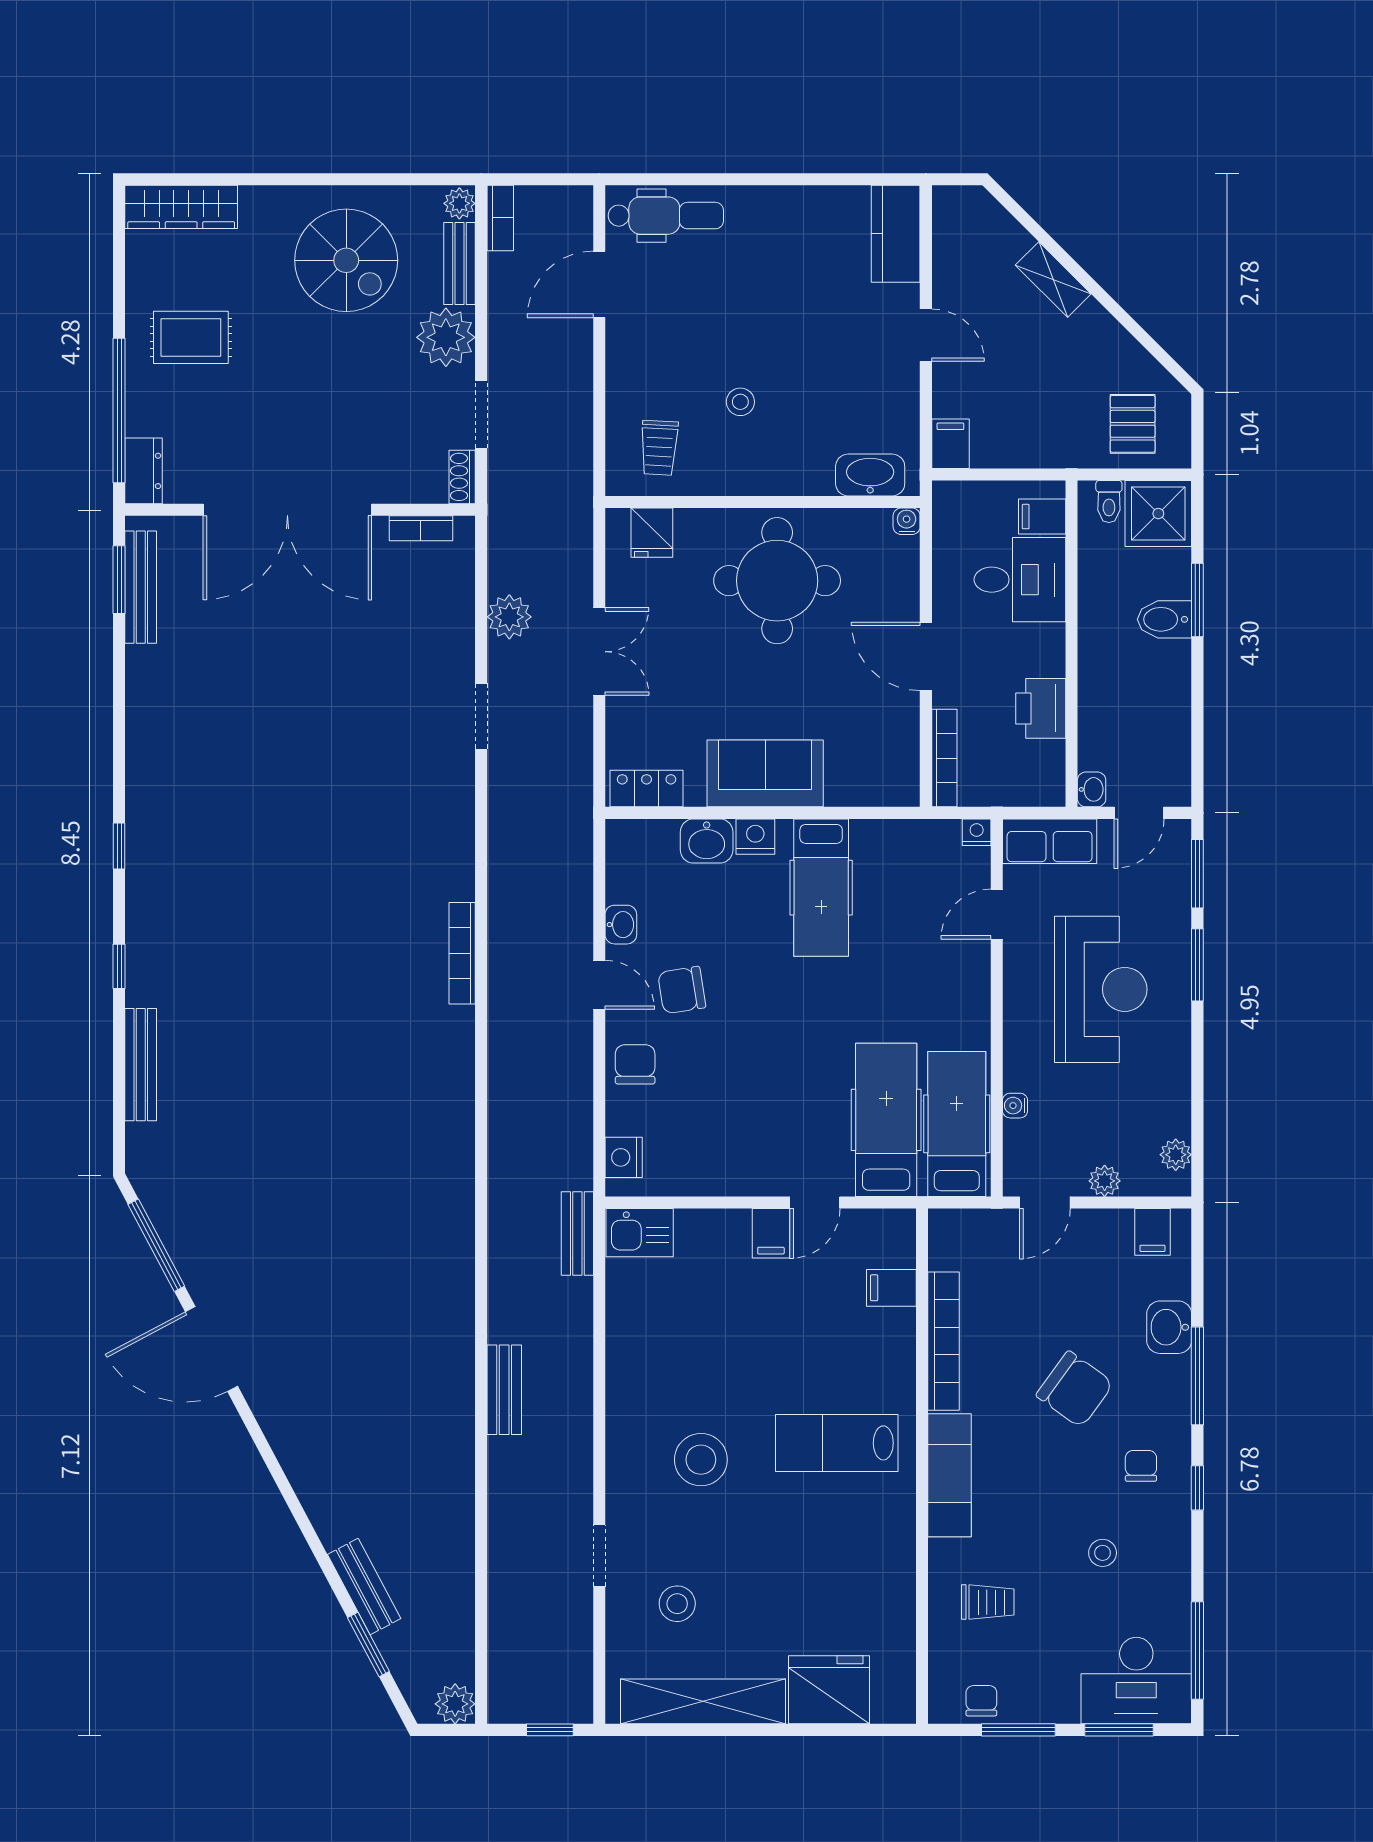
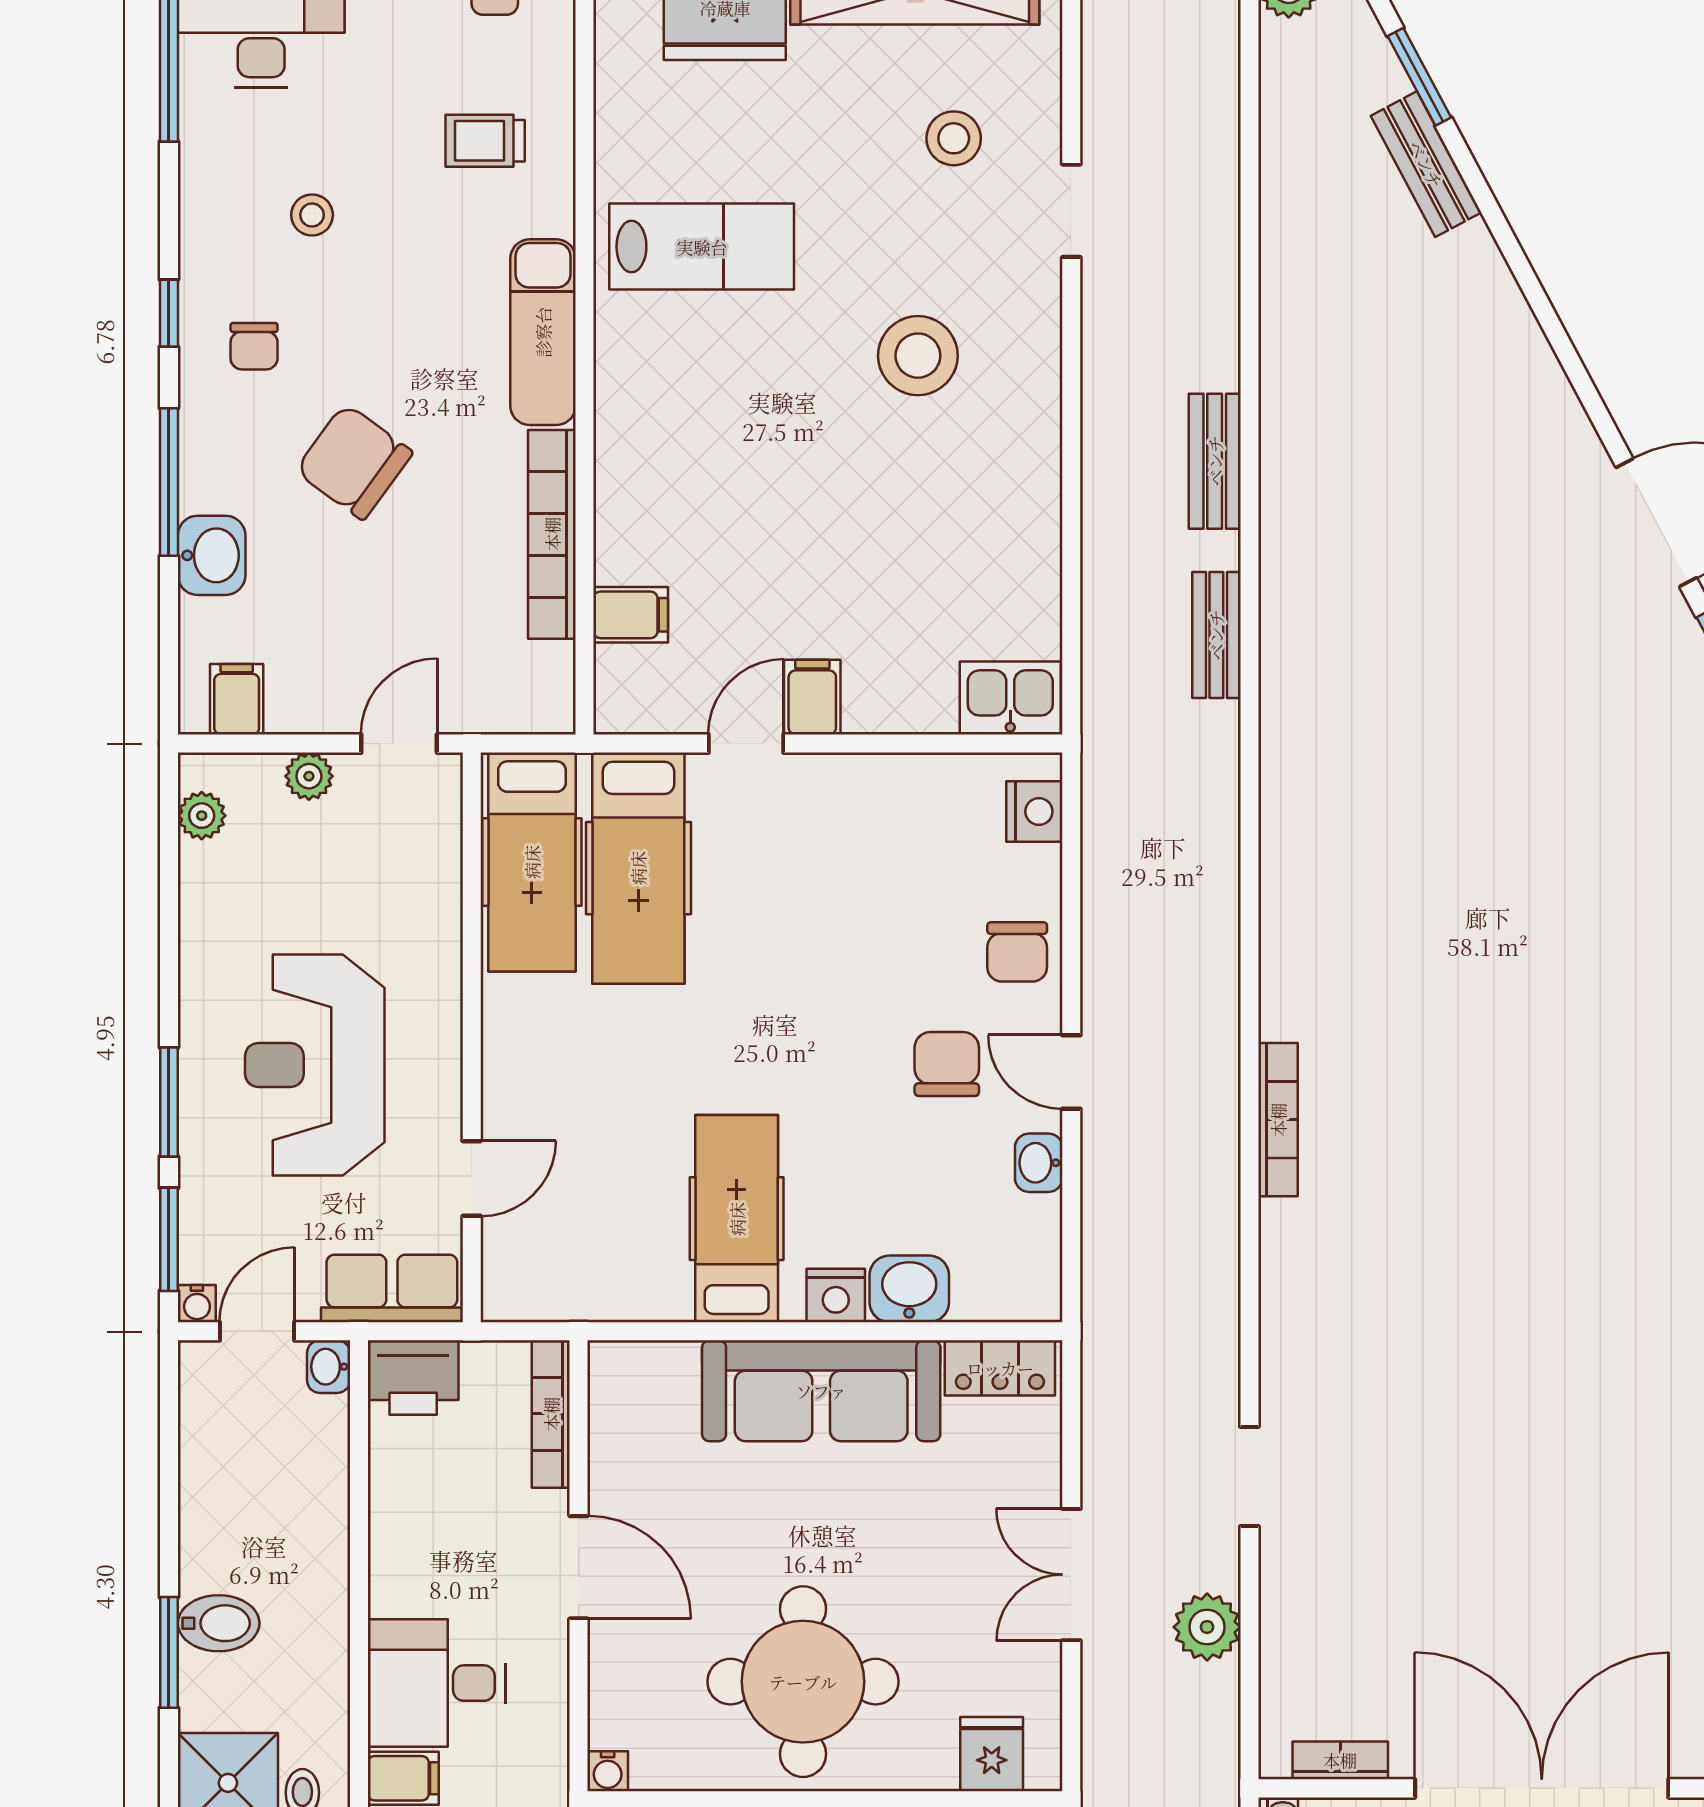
printer: (1041, 708) -> (413, 1378), moved, turned 90
sofa: (765, 773) -> (821, 1391), width x1.36
nightstand: (977, 832) -> (502, 1302), removed
chair: (682, 990) -> (947, 1064), turned -81
water cooler: (1015, 1106) -> (197, 1304), moved, turned 90
bench: (577, 1233) -> (1216, 635), moved
lab bench: (837, 1443) -> (702, 247), moved

